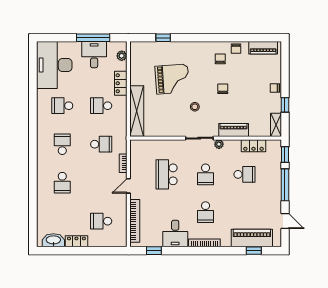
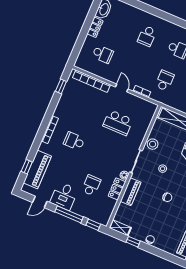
stool: (173, 128) -> (153, 144), added
school desk: (101, 144) -> (165, 80), turned 180
locker: (253, 146) -> (117, 189), moved
school desk: (167, 174) -> (118, 123), turned 180
school desk: (206, 174) -> (105, 154), removed
school desk: (244, 174) -> (91, 185), turned 180
school desk: (62, 183) -> (147, 36), turned -90
school desk: (101, 221) -> (103, 54), turned 90
desk: (175, 234) -> (64, 196), moved, turned -90

